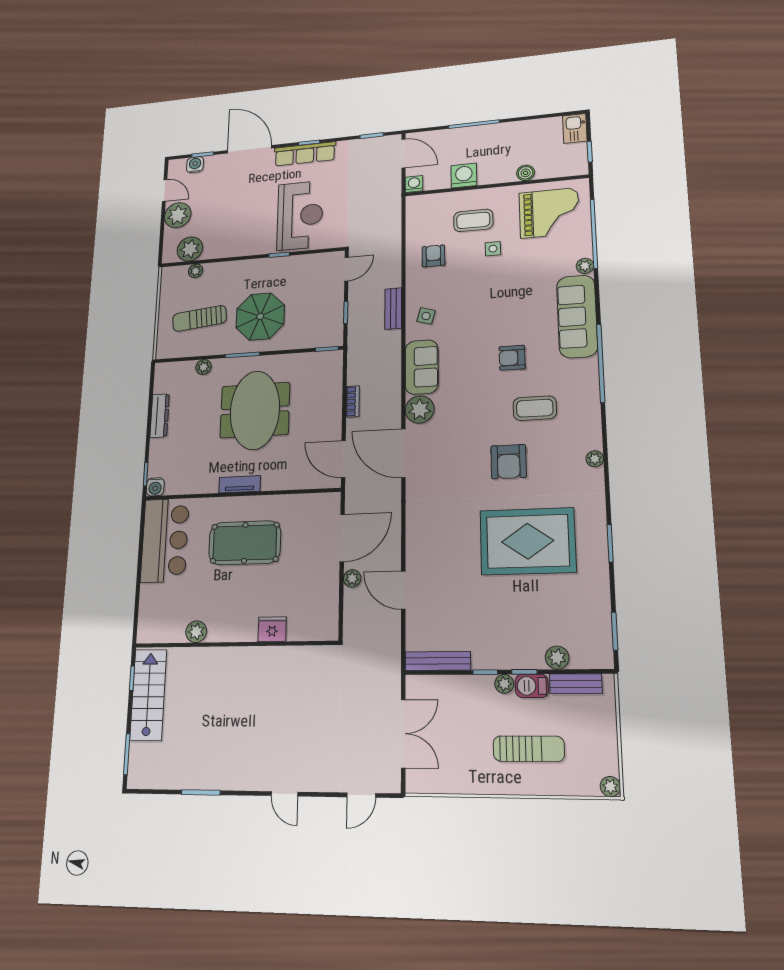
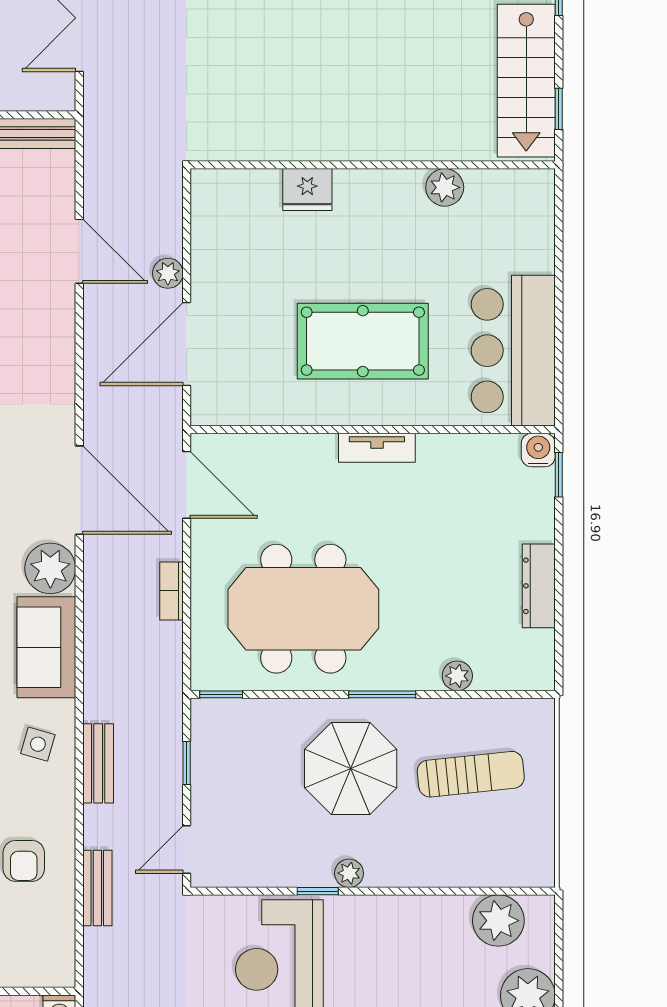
bench: (394, 246) -> (97, 888), added
plant: (196, 271) -> (349, 873), moved
meeting table: (255, 410) -> (303, 609), moved, turned 90

